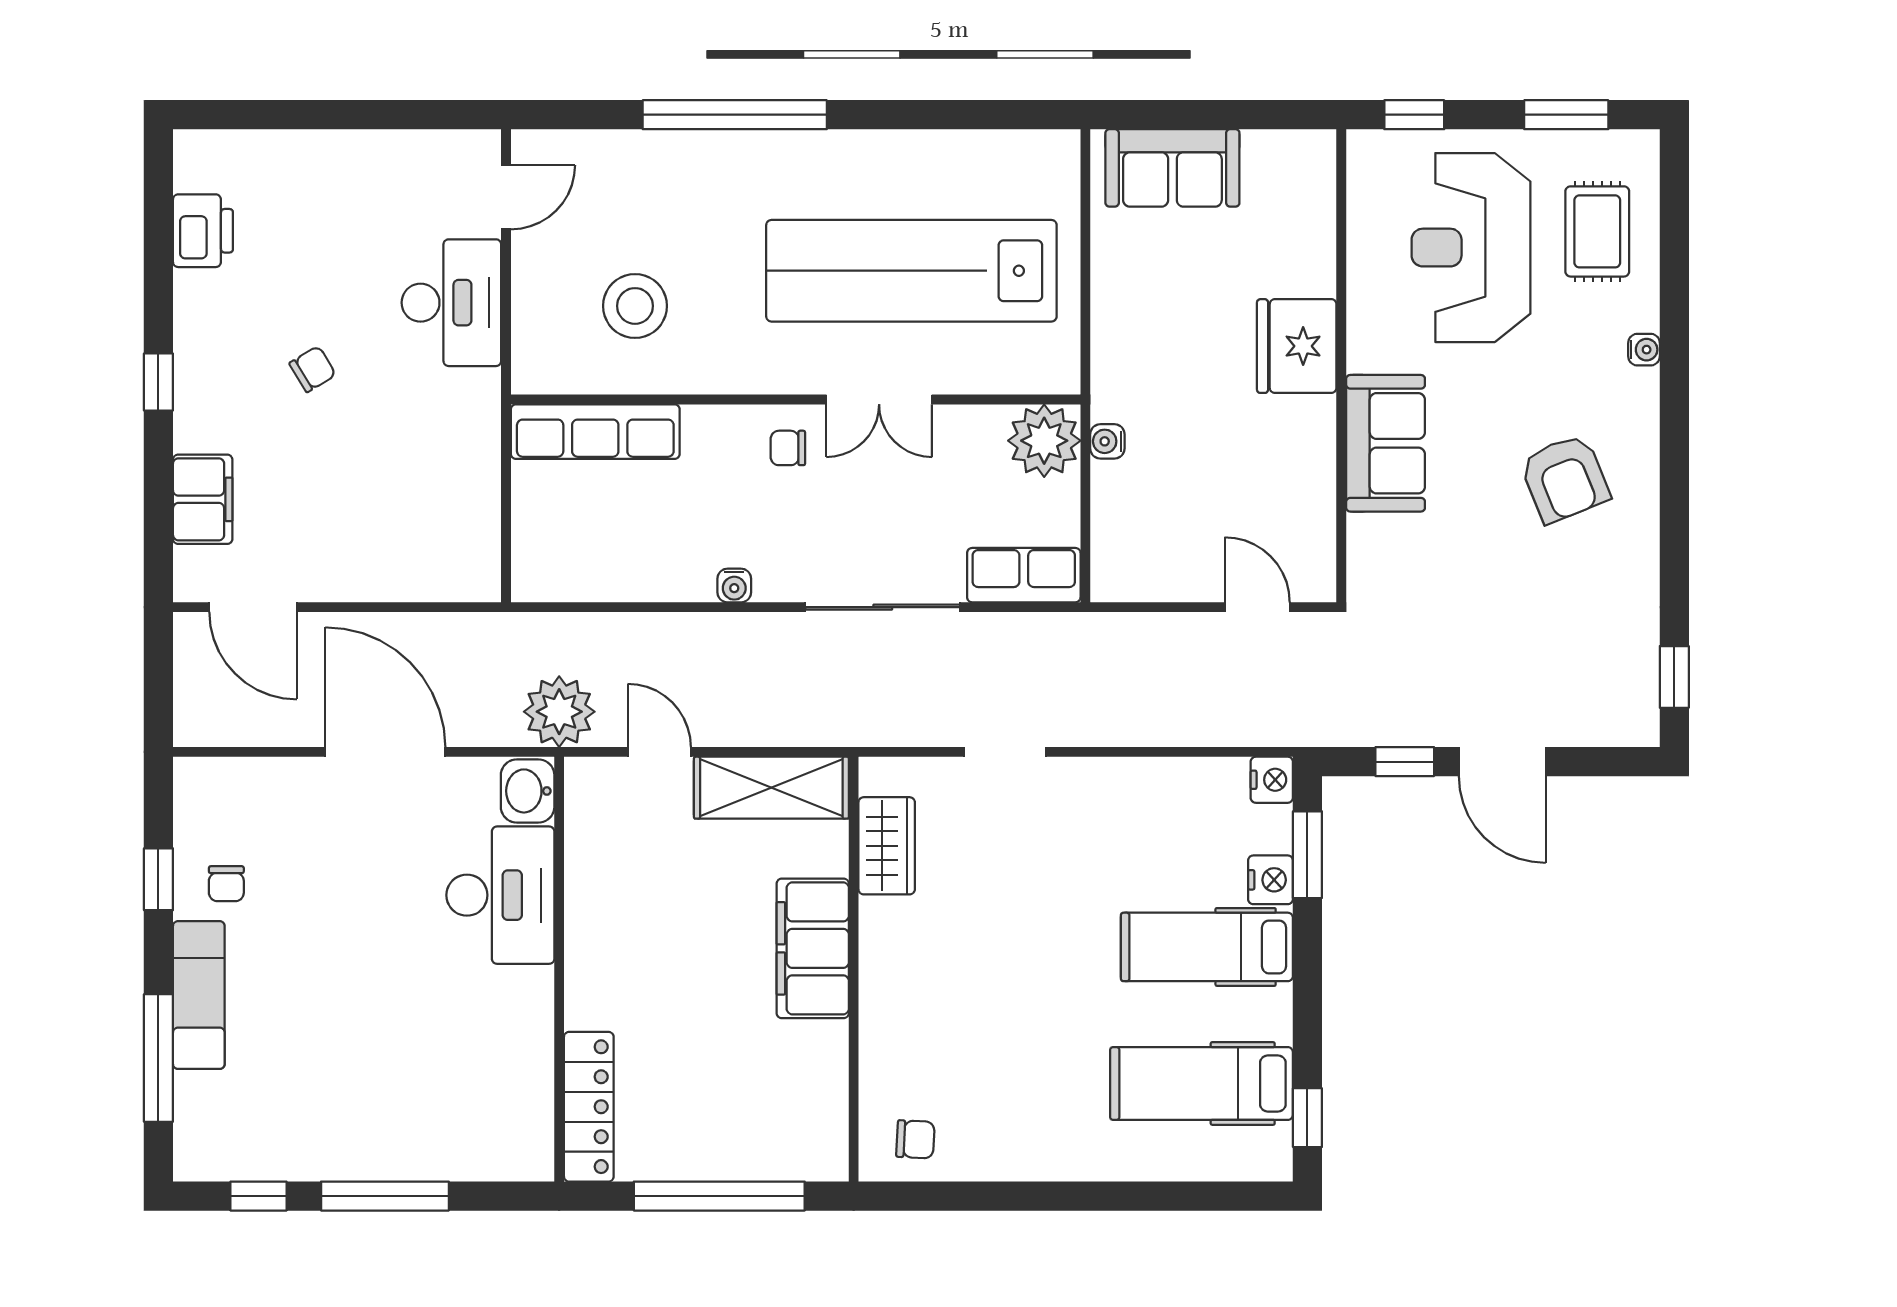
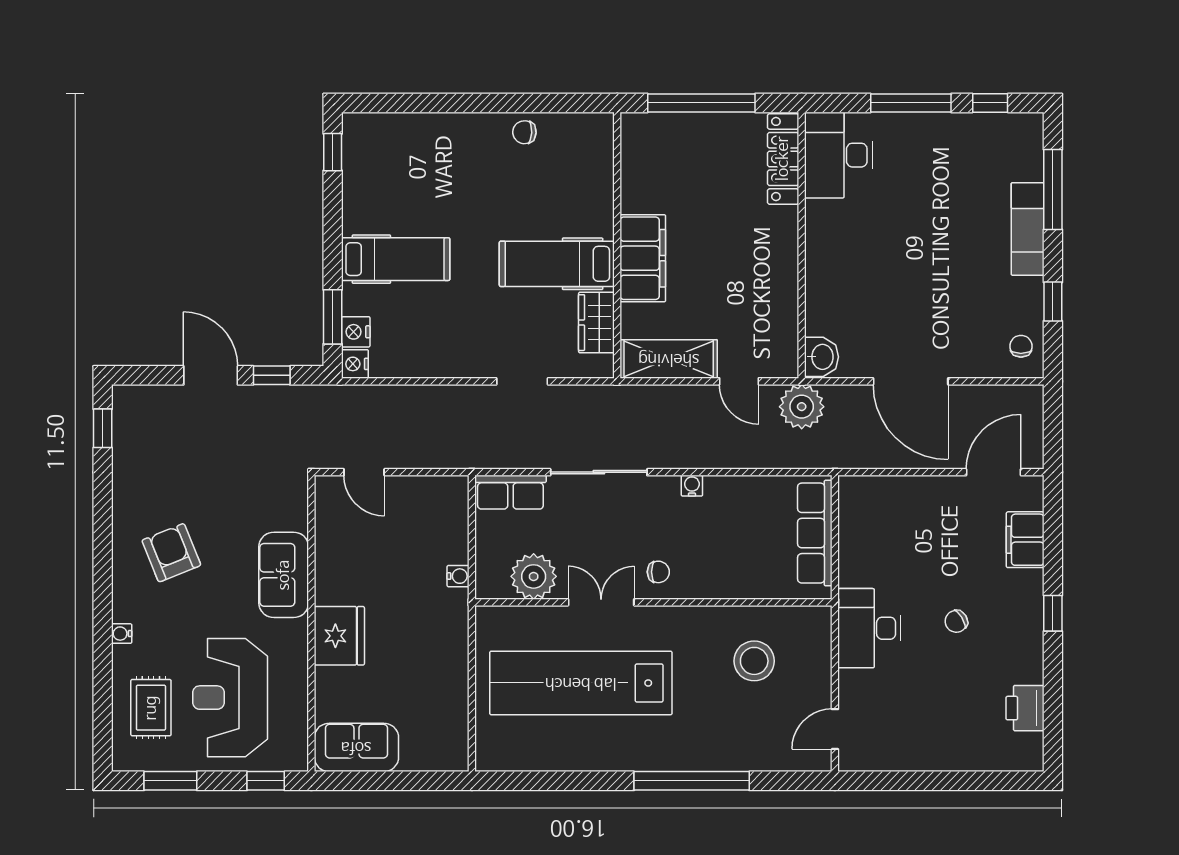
sofa: (1172, 168) -> (356, 747), moved
reception desk: (1471, 248) -> (230, 698), turned 180
lab bench: (911, 271) -> (581, 683), turned 180
desk: (451, 303) -> (869, 628), moved
row of seats: (595, 432) -> (815, 533), moved, turned -90
plant: (1044, 441) -> (534, 576), moved
door: (253, 607) -> (994, 472), hinge flipped
nightstand: (1271, 880) -> (356, 332), moved
chair: (226, 884) -> (1021, 346), moved
desk: (500, 895) -> (839, 155), moved
hospital bed: (1202, 1083) -> (557, 264), moved, turned 180
chair: (915, 1139) -> (524, 132), moved

